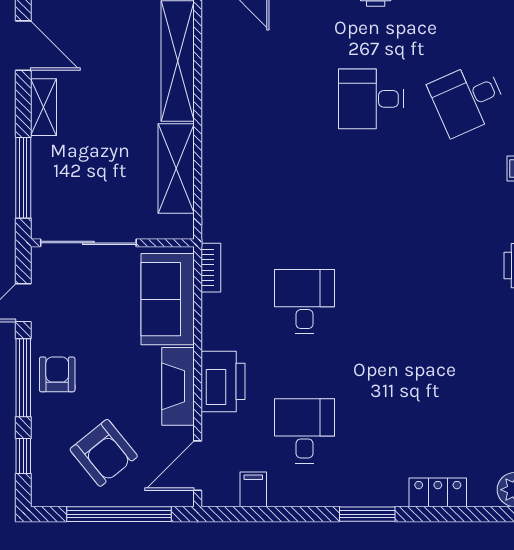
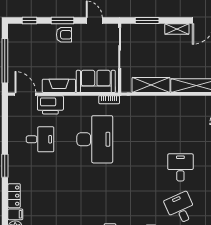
window: (23, 178) -> (147, 20), width x0.69
desk: (304, 302) -> (95, 139), width x1.87, depth x1.30
window: (23, 378) -> (63, 20), width x0.69
printer: (223, 381) -> (50, 105), moved
armchair: (104, 453) -> (31, 54), removed
filing cabinet: (253, 489) -> (15, 214), moved

